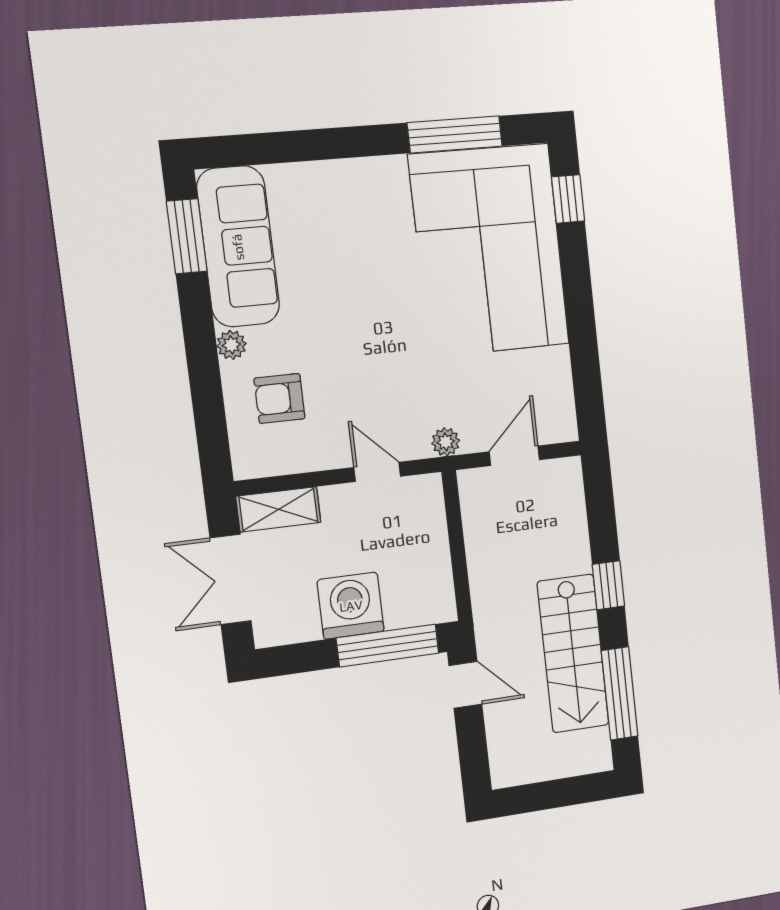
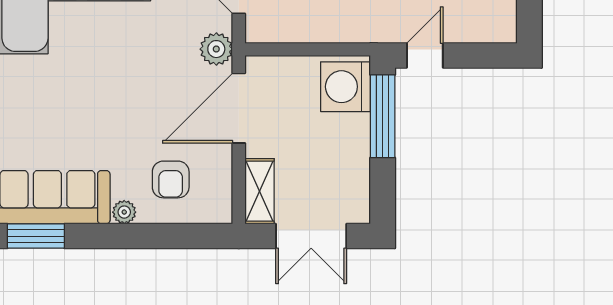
plant: (446, 442) -> (216, 49), width x1.38, depth x1.38
door: (377, 472) -> (239, 108), width x1.88
washing machine: (351, 606) -> (345, 87), moved

